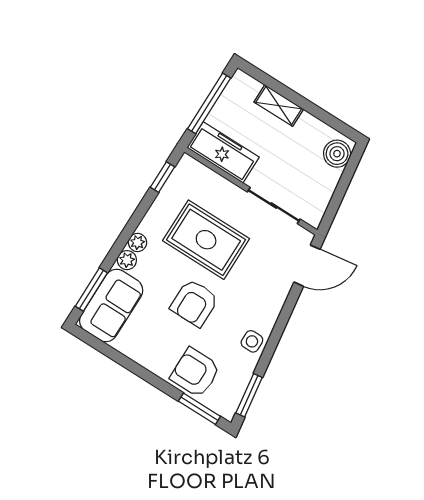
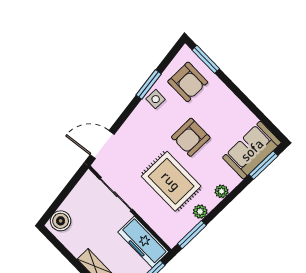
window: (162, 177) -> (192, 235), width x1.50
plant: (127, 260) -> (200, 212), moved
armchair: (194, 303) -> (191, 137), turned 180
armchair: (195, 373) -> (188, 82), moved
window: (249, 395) -> (149, 84), moved

